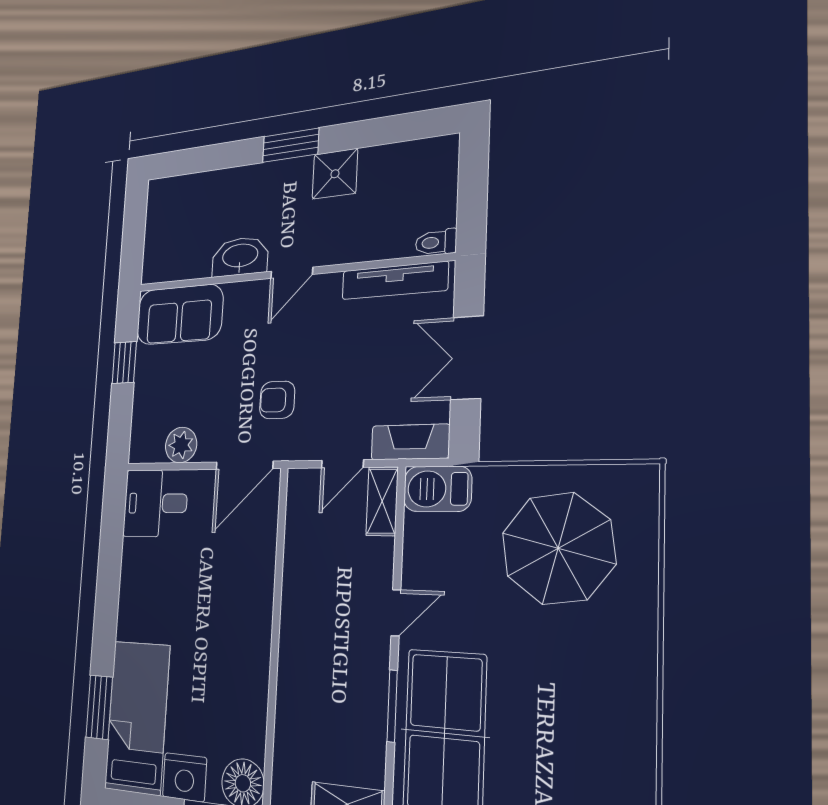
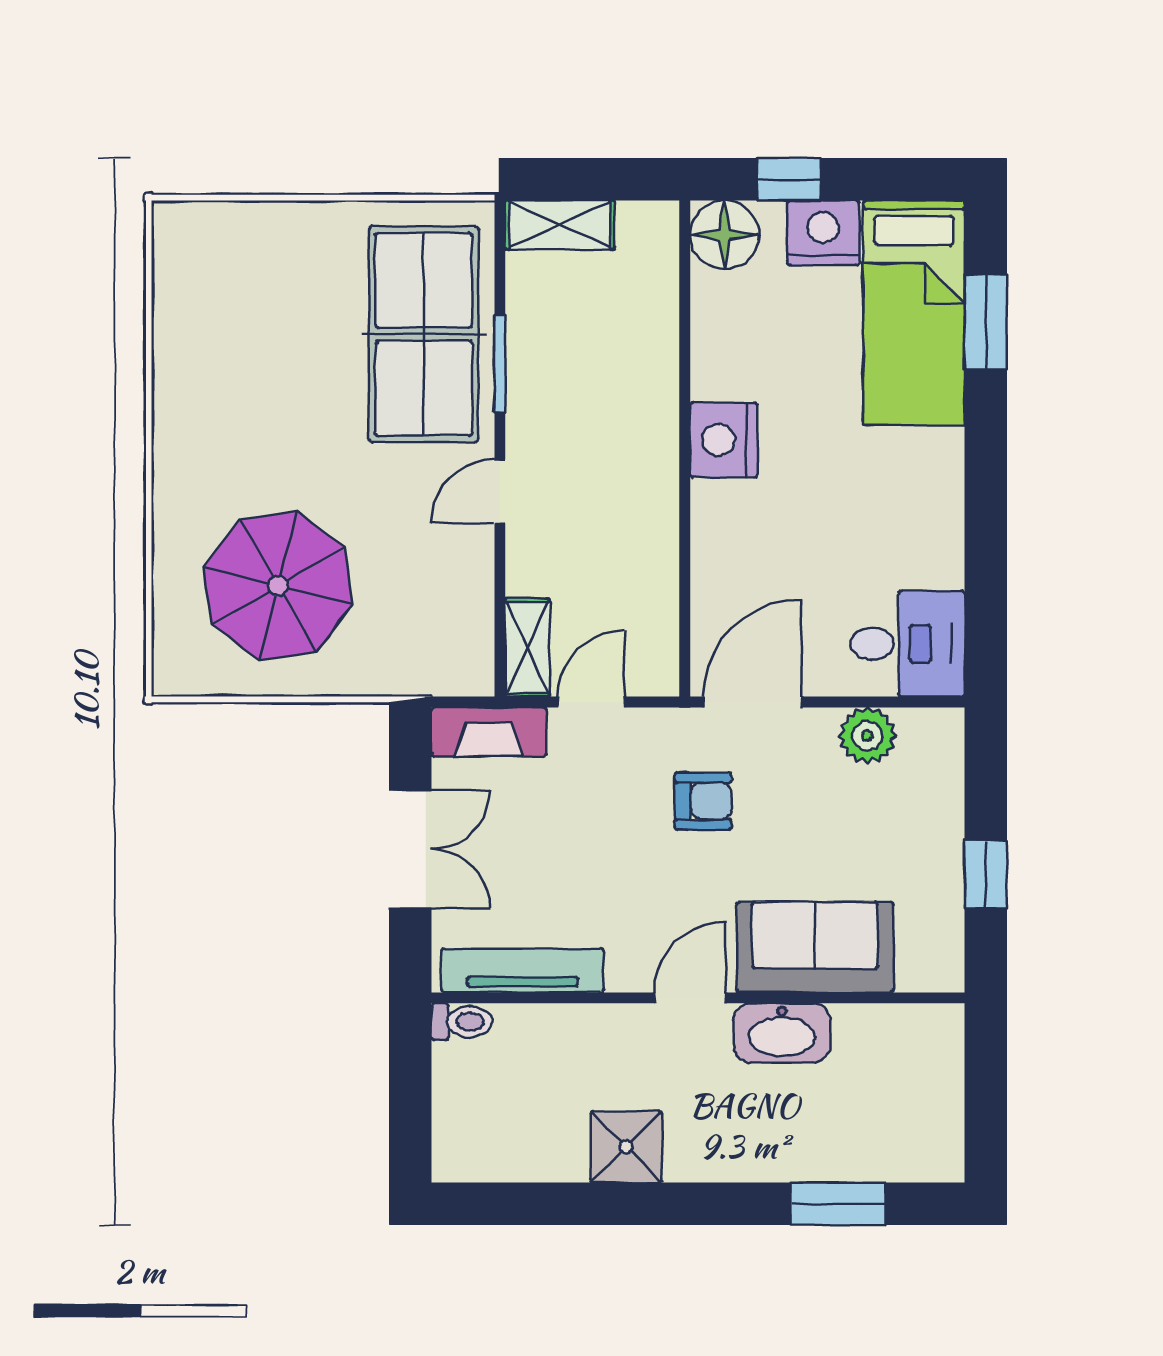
window: (291, 145) -> (839, 1204), moved
sofa: (179, 315) -> (815, 947), moved
barbecue: (438, 489) -> (446, 665), removed
nightstand: (251, 641) -> (724, 440), added

